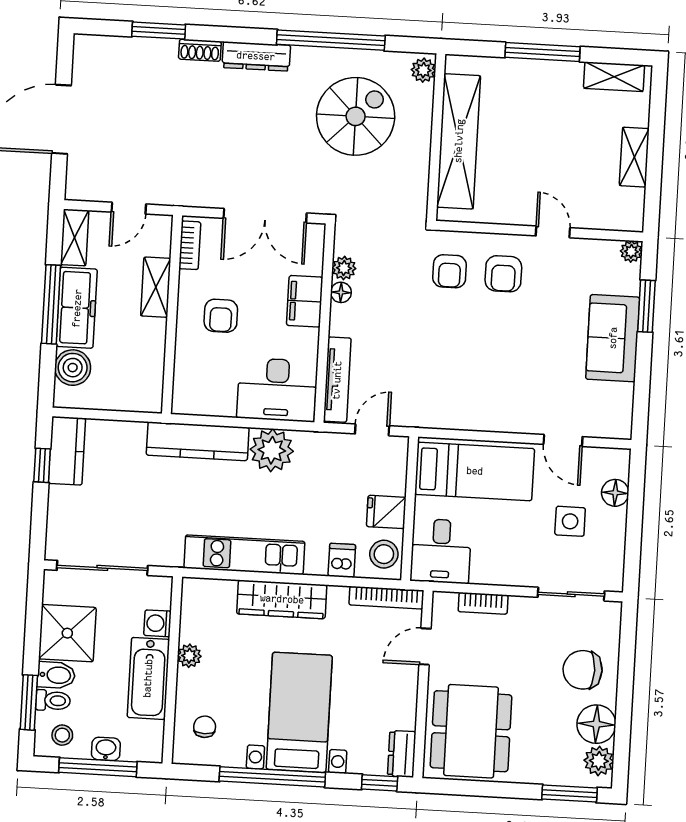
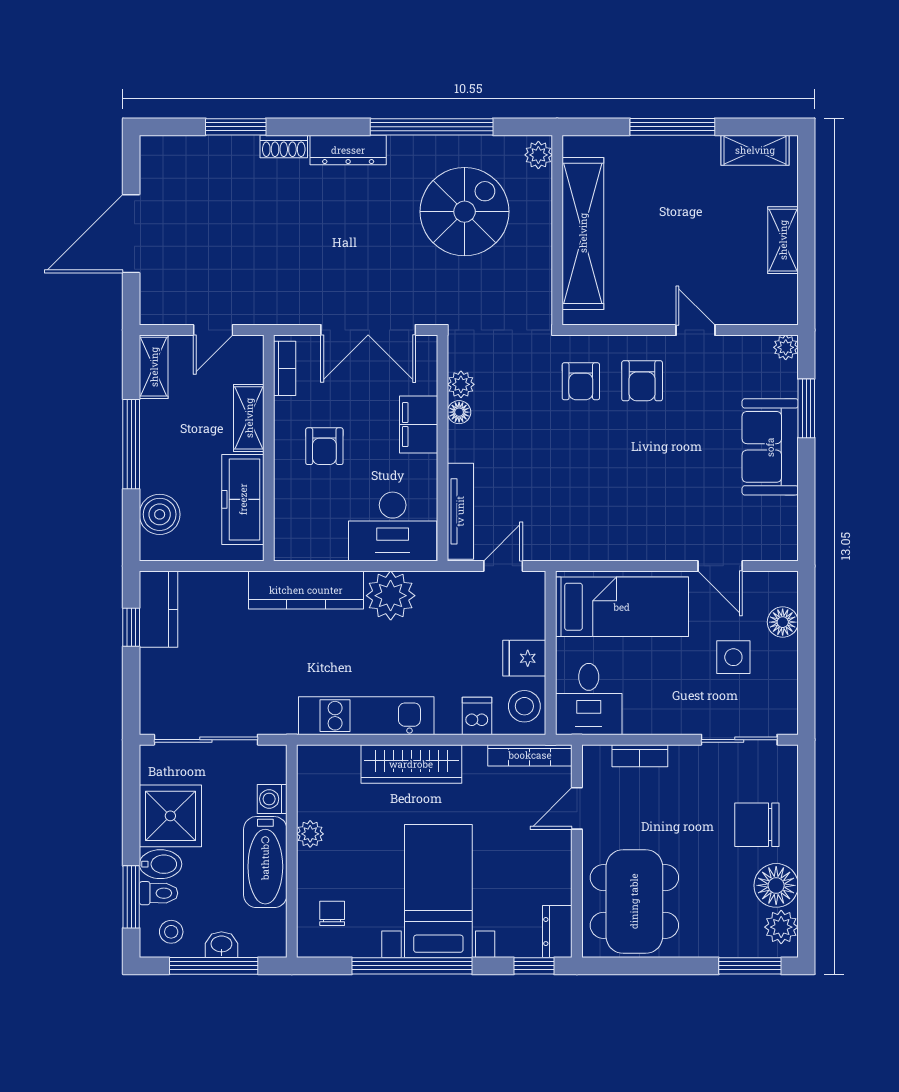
freezer: (77, 308) -> (243, 499), moved, turned 180

